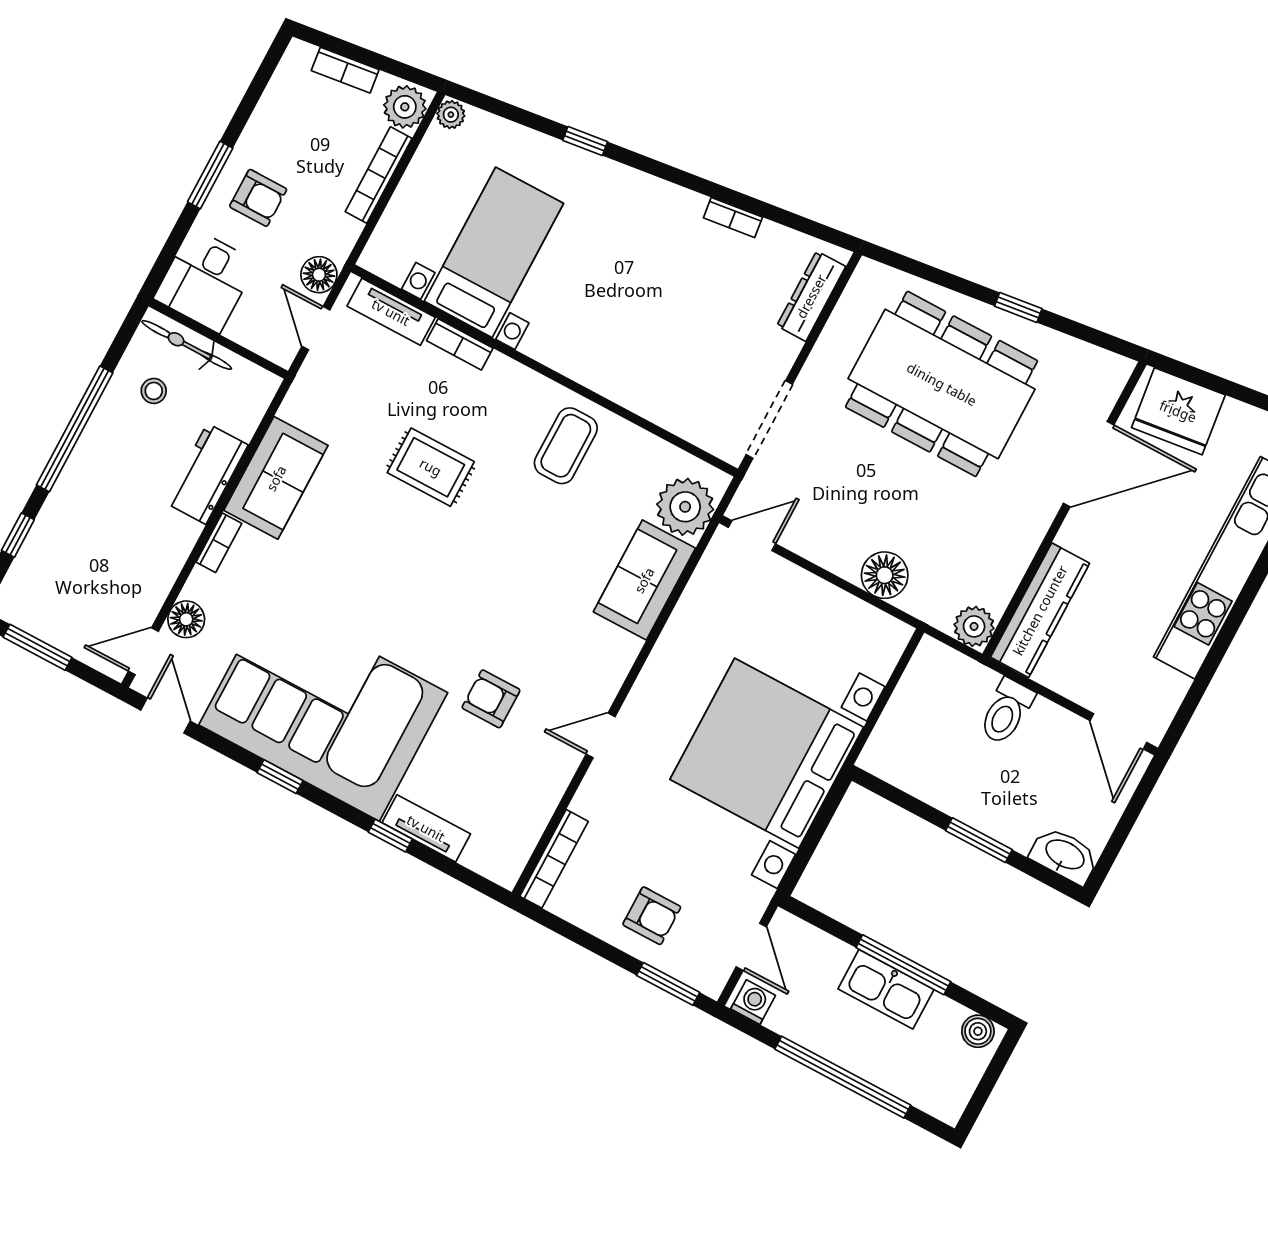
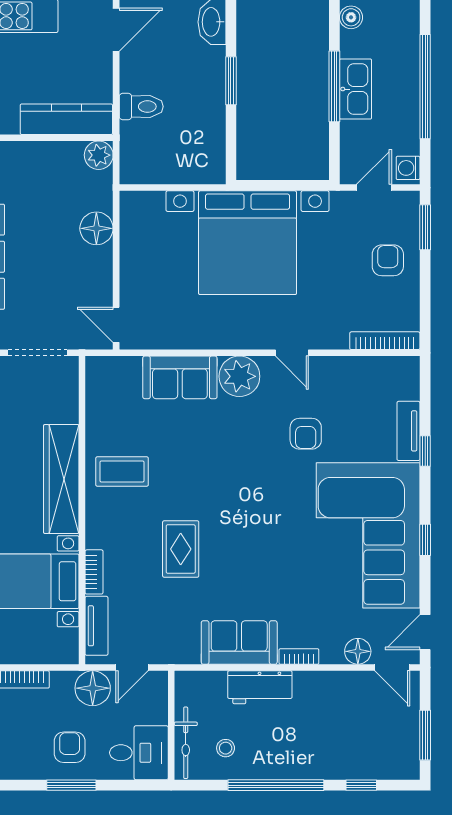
floor lamp: (319, 275) -> (93, 688), width x1.38, depth x1.38
wardrobe: (597, 365) -> (61, 479), added
plant: (685, 507) -> (239, 376), moved

